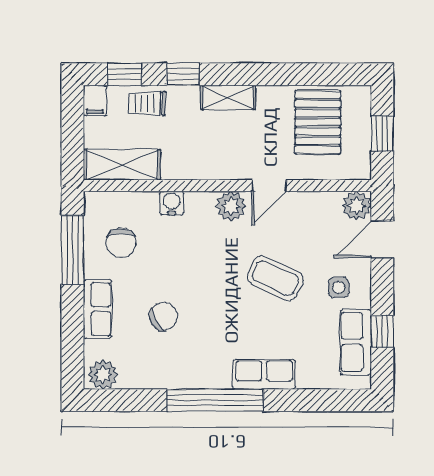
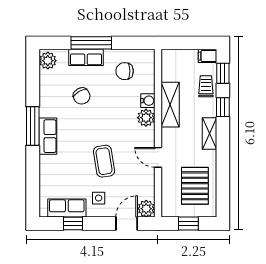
pallet: (318, 122) -> (195, 186), turned 90
shelving: (122, 165) -> (170, 105), moved
plant: (231, 206) -> (146, 118), moved
door: (382, 239) -> (127, 223), hinge flipped
window: (73, 250) -> (91, 43), moved
coffee table: (275, 278) -> (104, 161), turned -34
row of seats: (264, 374) -> (48, 136), moved
window: (215, 400) -> (33, 126), width x0.68

